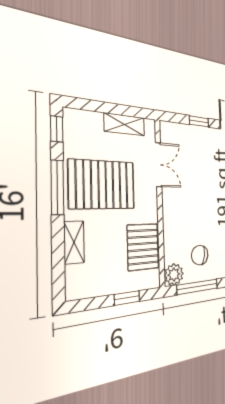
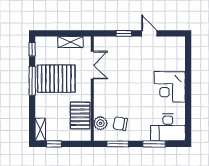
shelving: (74, 242) -> (40, 130), moved
plant: (174, 274) -> (100, 123), moved
window: (198, 287) -> (118, 144), width x0.69
window: (127, 298) -> (54, 144), moved

